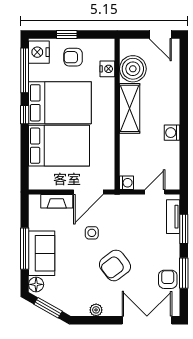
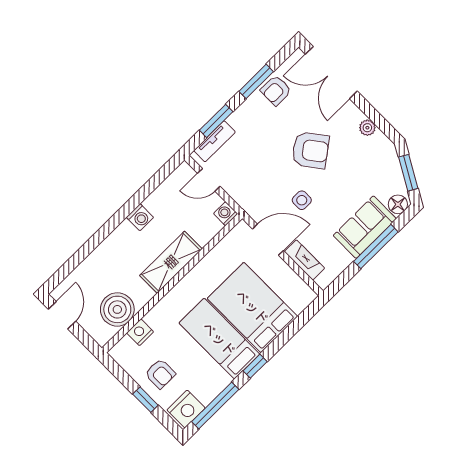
bed: (60, 103) -> (219, 339), width x0.67
shelving: (130, 108) -> (171, 262), moved

